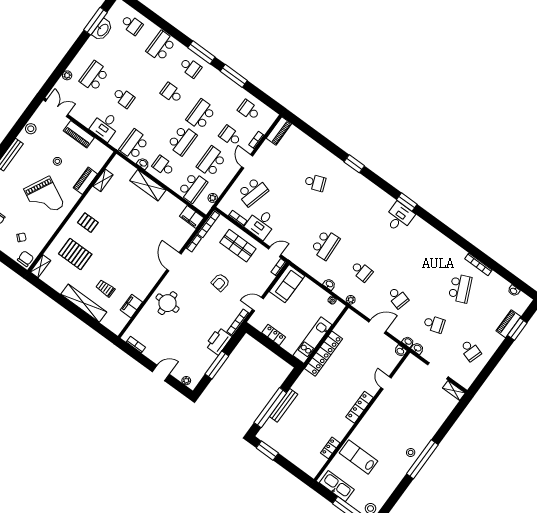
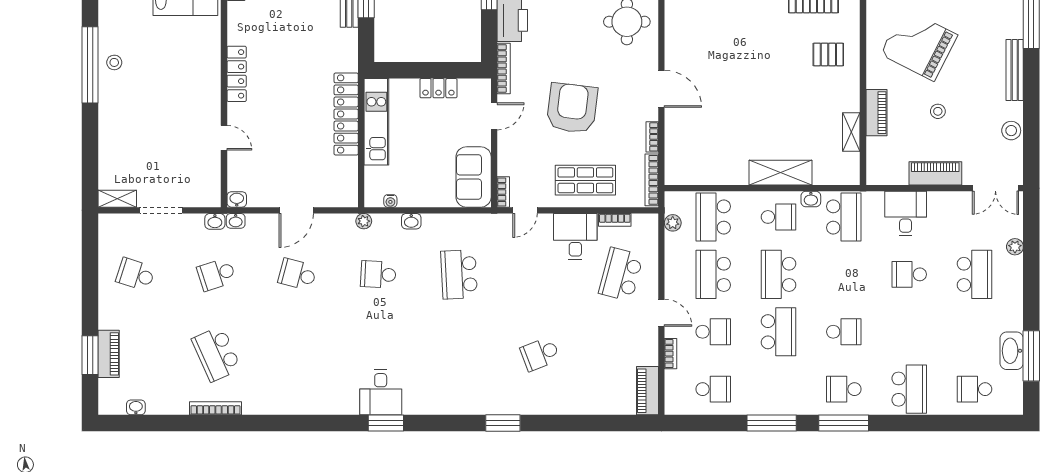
school desk: (211, 162) -> (713, 274), turned 180
filing cabinet: (192, 217) -> (683, 173), removed
armchair: (220, 282) -> (572, 108), width x1.88, depth x1.88

